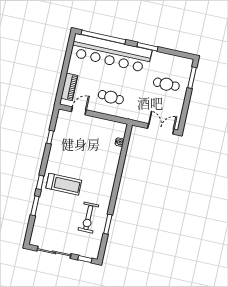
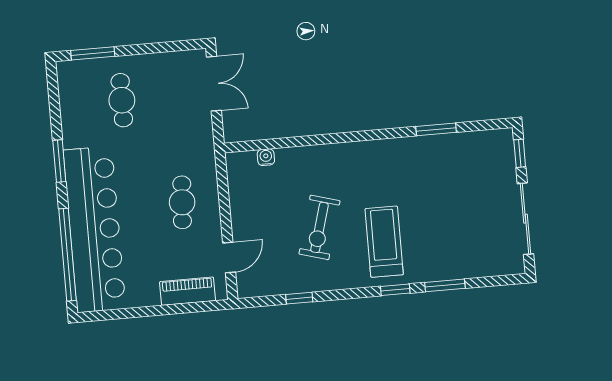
door: (79, 111) -> (229, 258), swing flipped
double door: (161, 129) -> (214, 84), swing flipped
exercise bike: (88, 218) -> (320, 227), moved, turned 106

